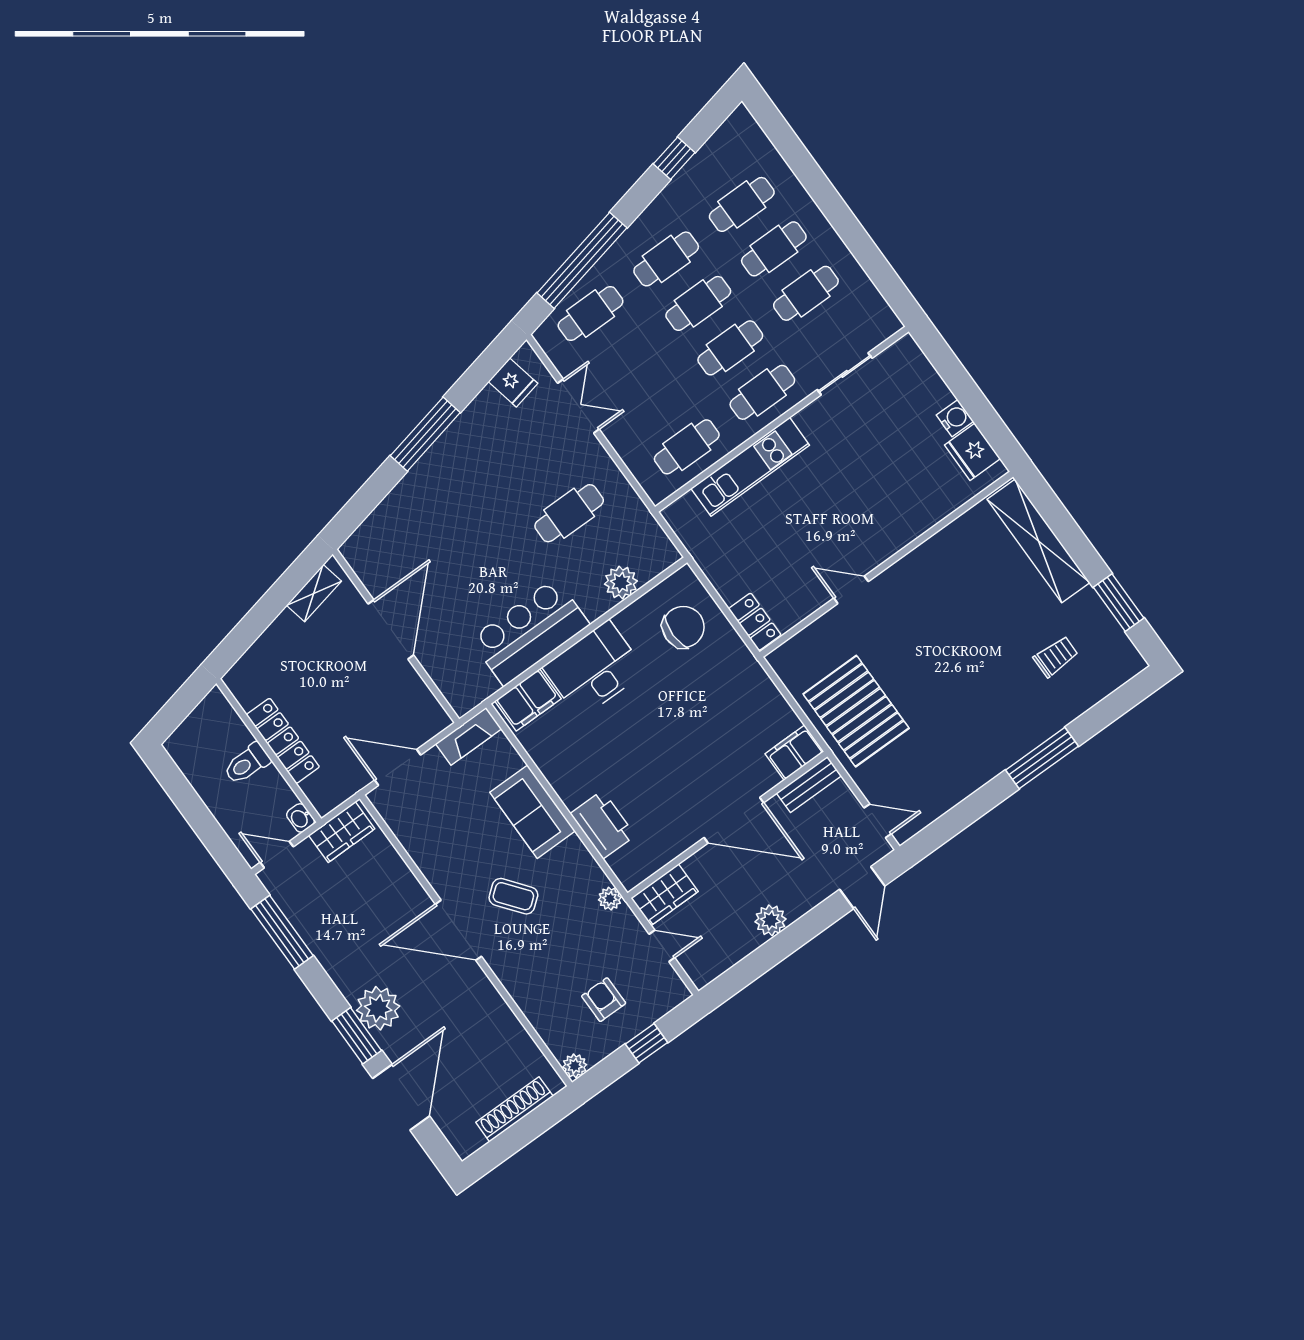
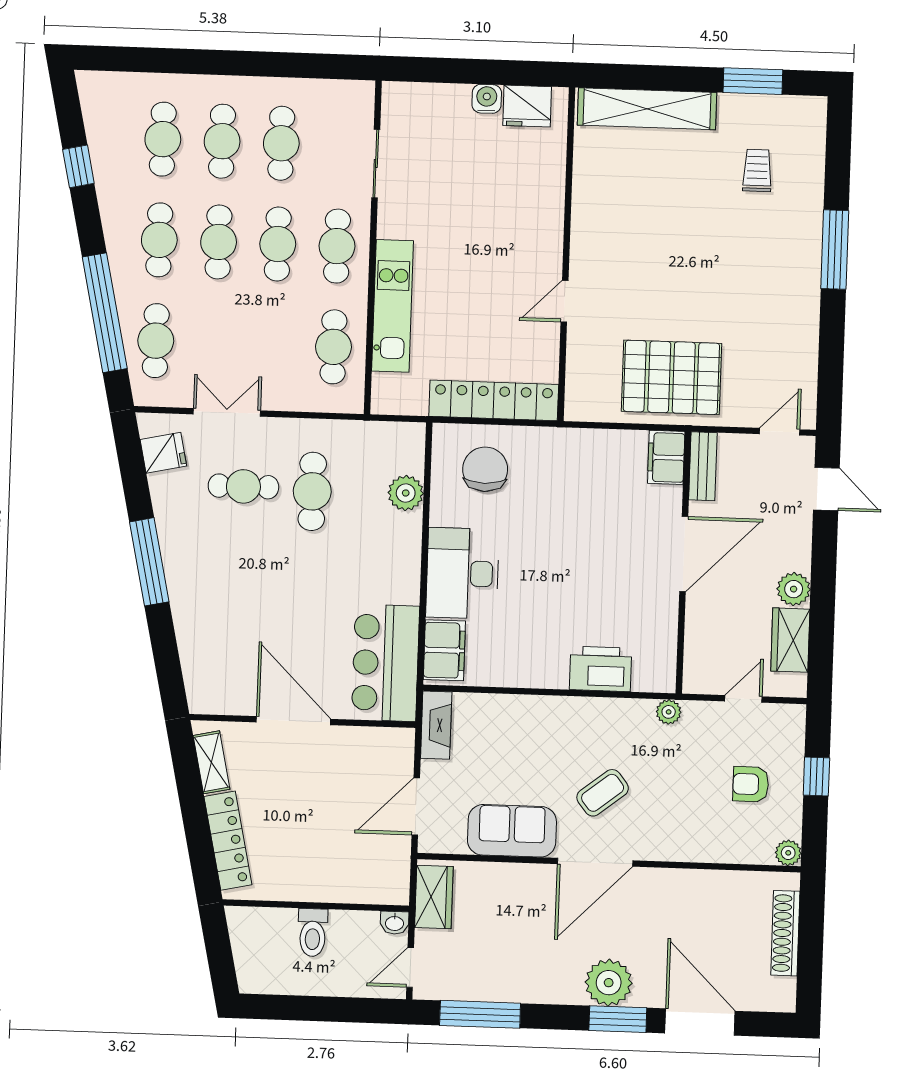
cafe table: (534, 460) -> (243, 486), added
locker: (755, 622) -> (494, 400), width x2.16, depth x1.21
bar counter: (530, 632) -> (385, 663), moved
locker: (283, 741) -> (228, 841), moved, turned 78
sofa: (532, 812) -> (512, 831), moved, turned 180
wardrobe: (665, 895) -> (790, 640), moved, turned 180

